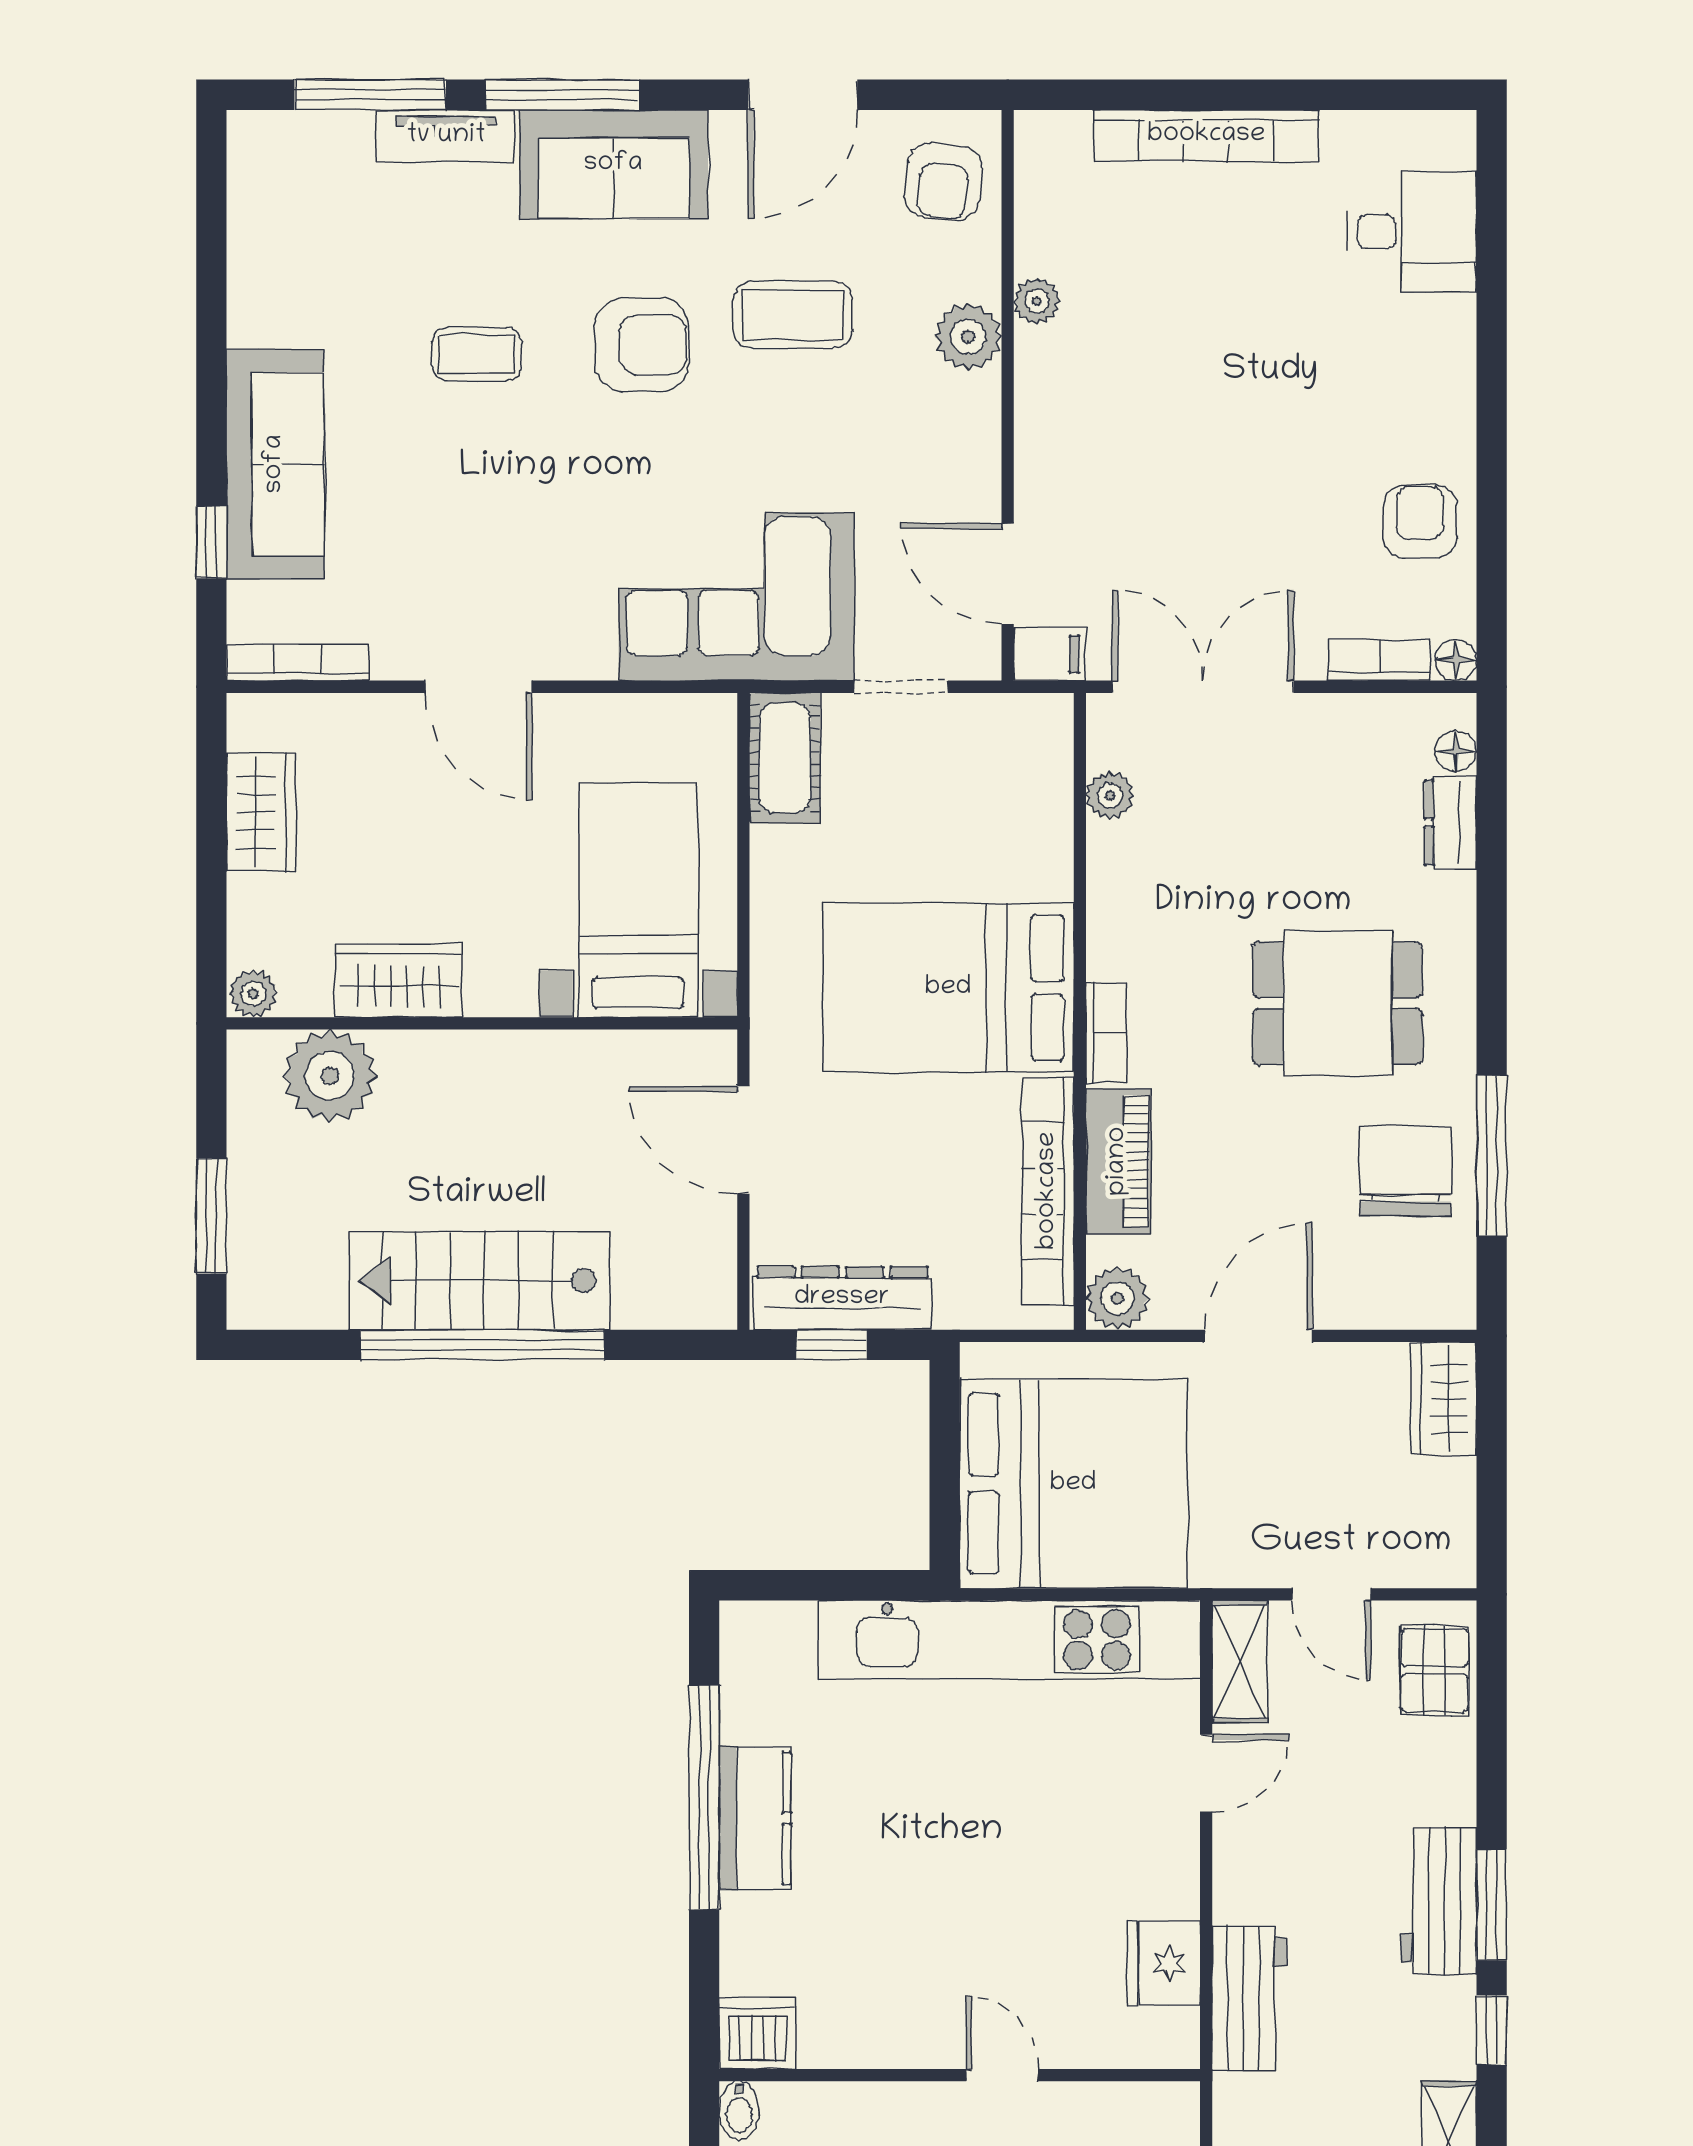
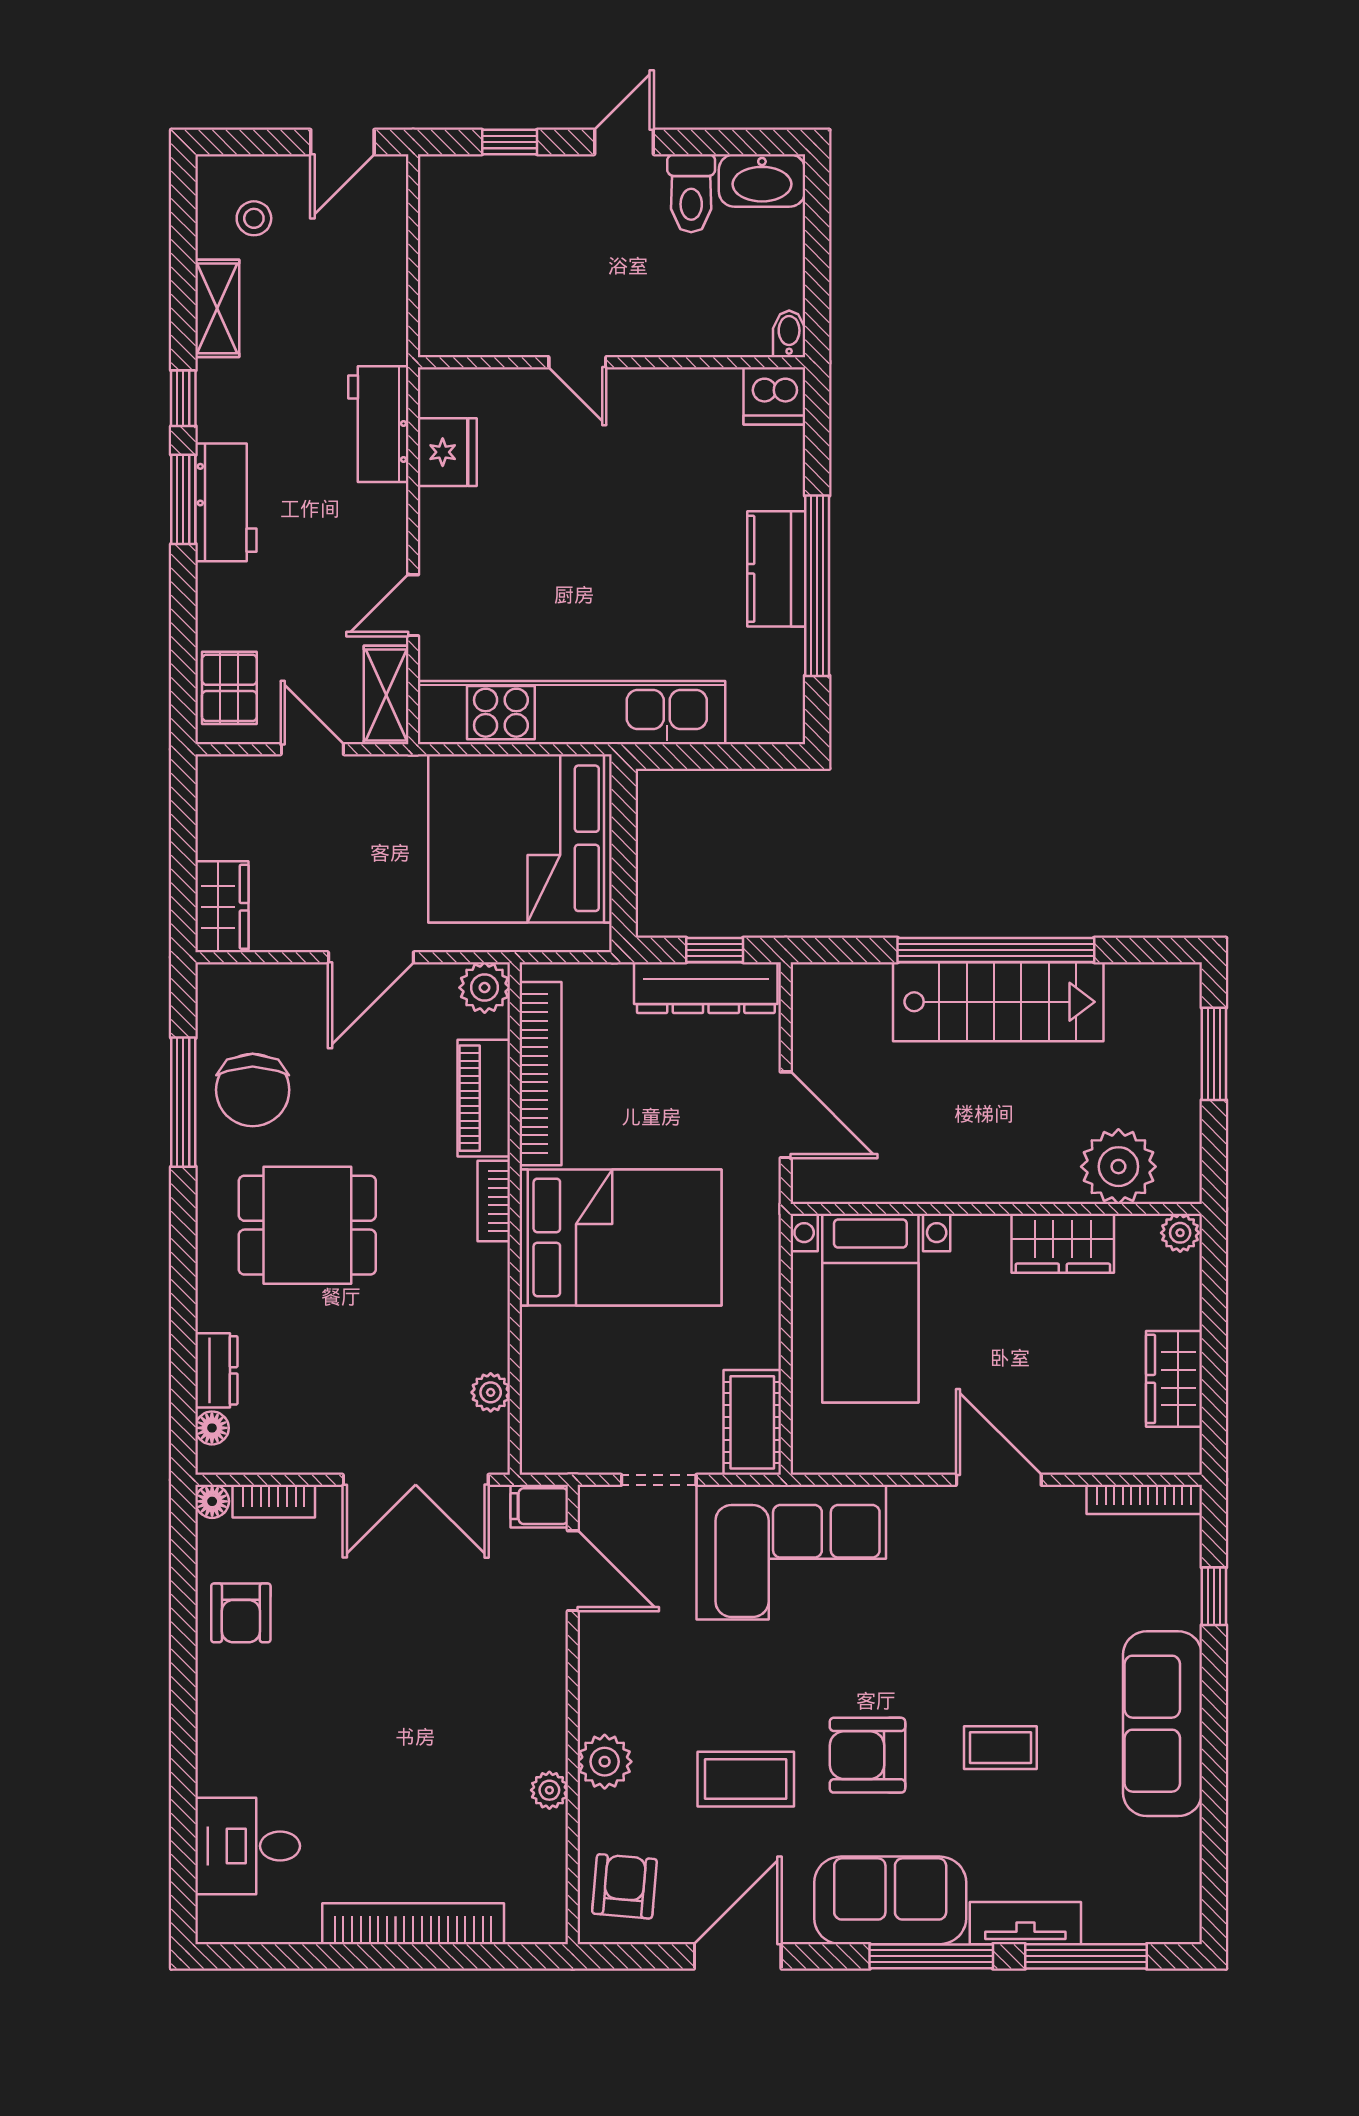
sofa: (275, 464) -> (1162, 1724), moved

